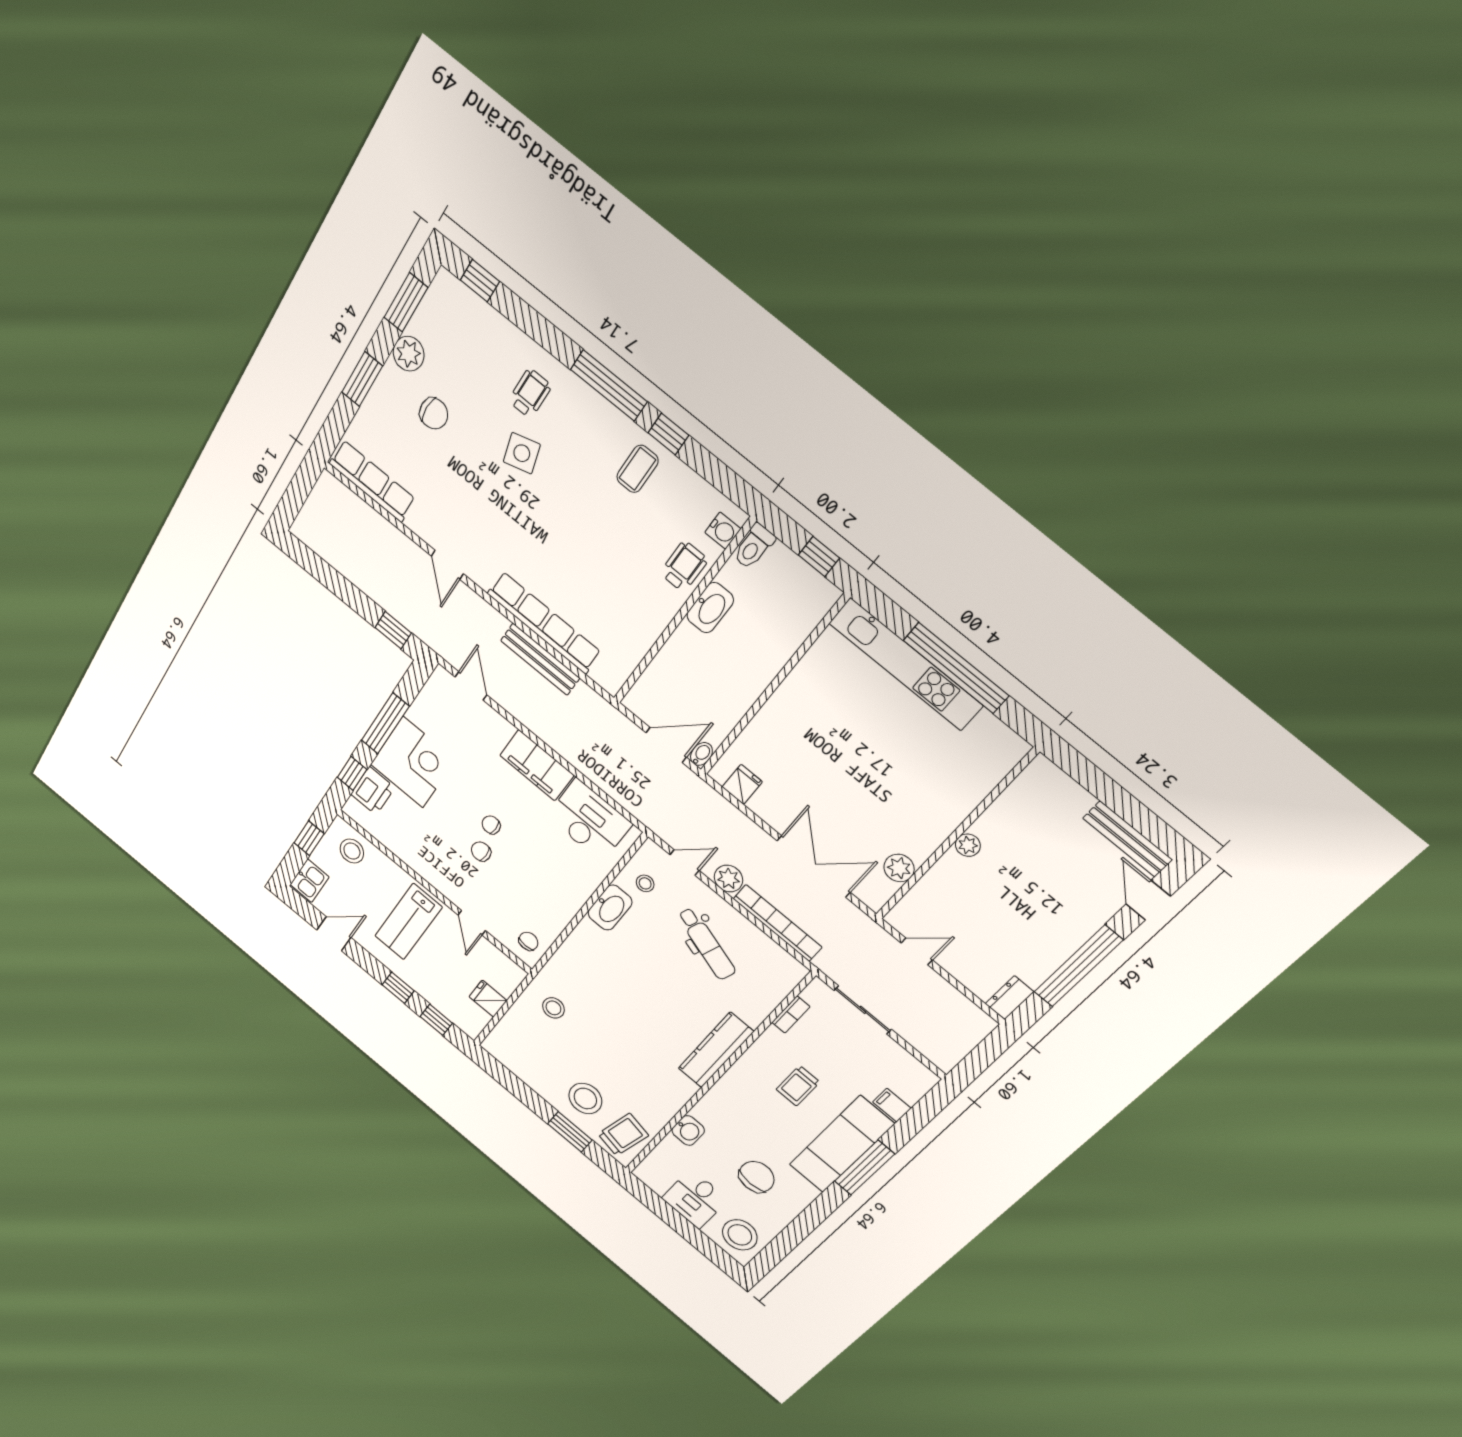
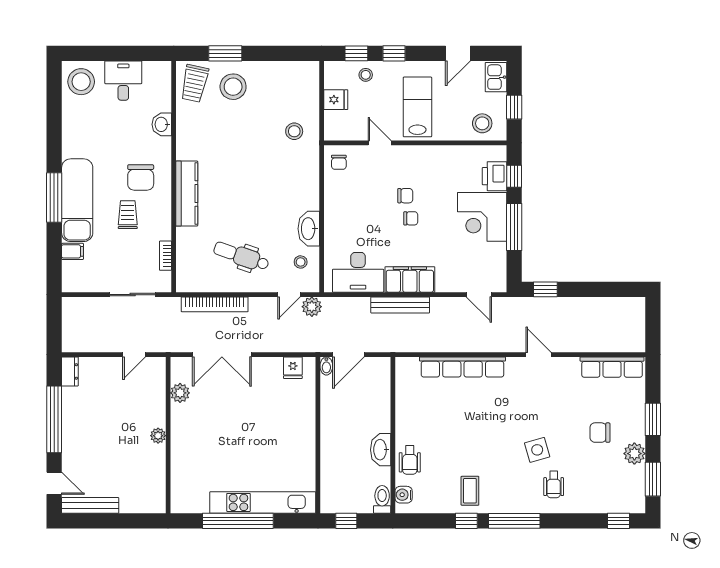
bench: (540, 659) -> (400, 305), moved
plant: (728, 879) -> (312, 307), moved
stool: (441, 994) -> (366, 75), added
chair: (757, 1177) -> (141, 177), moved

